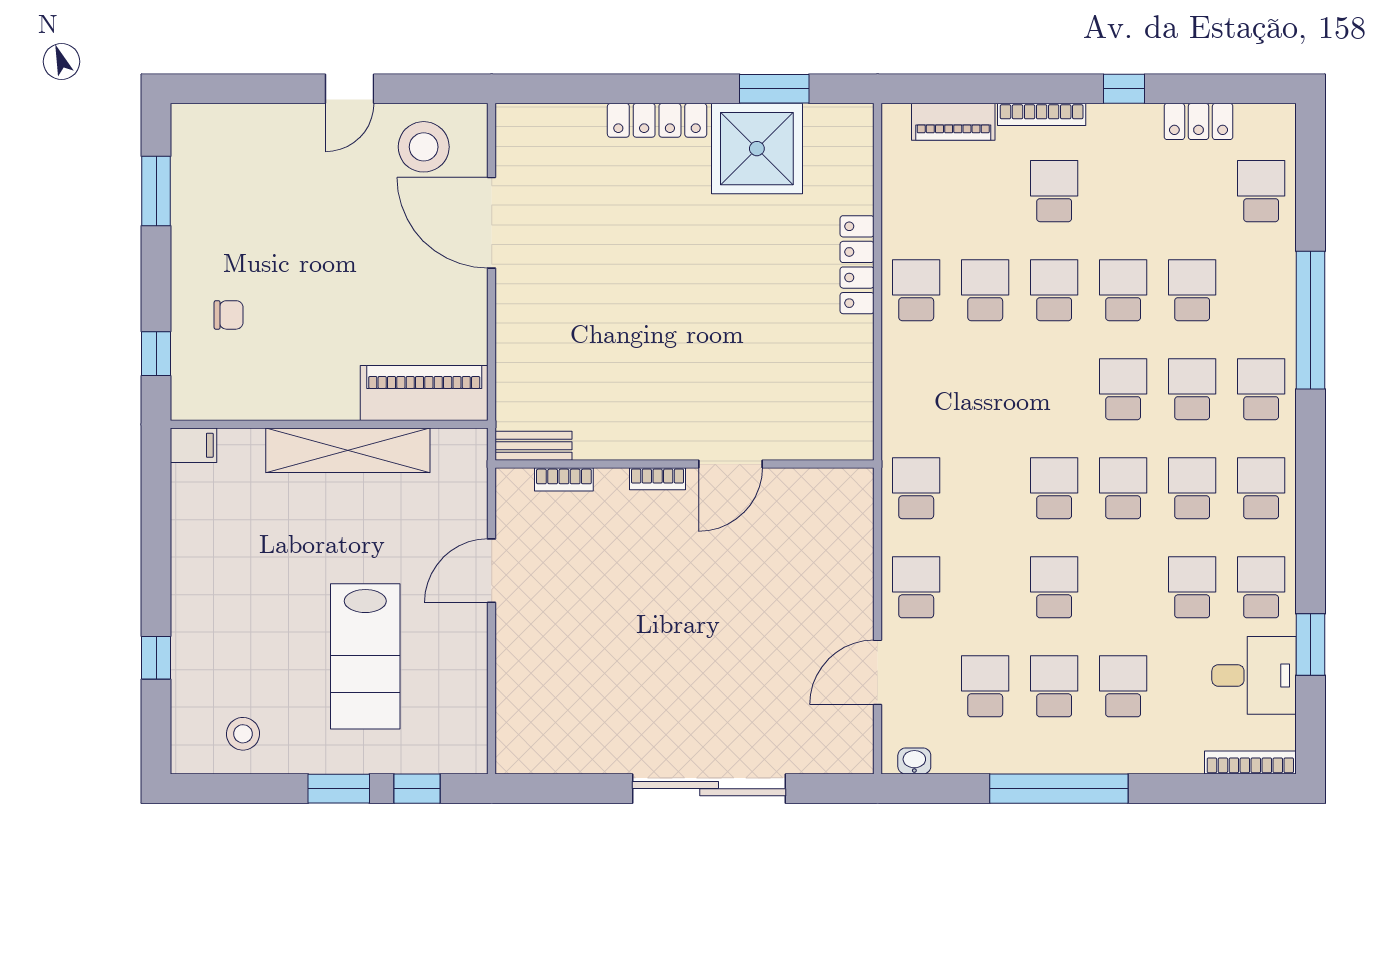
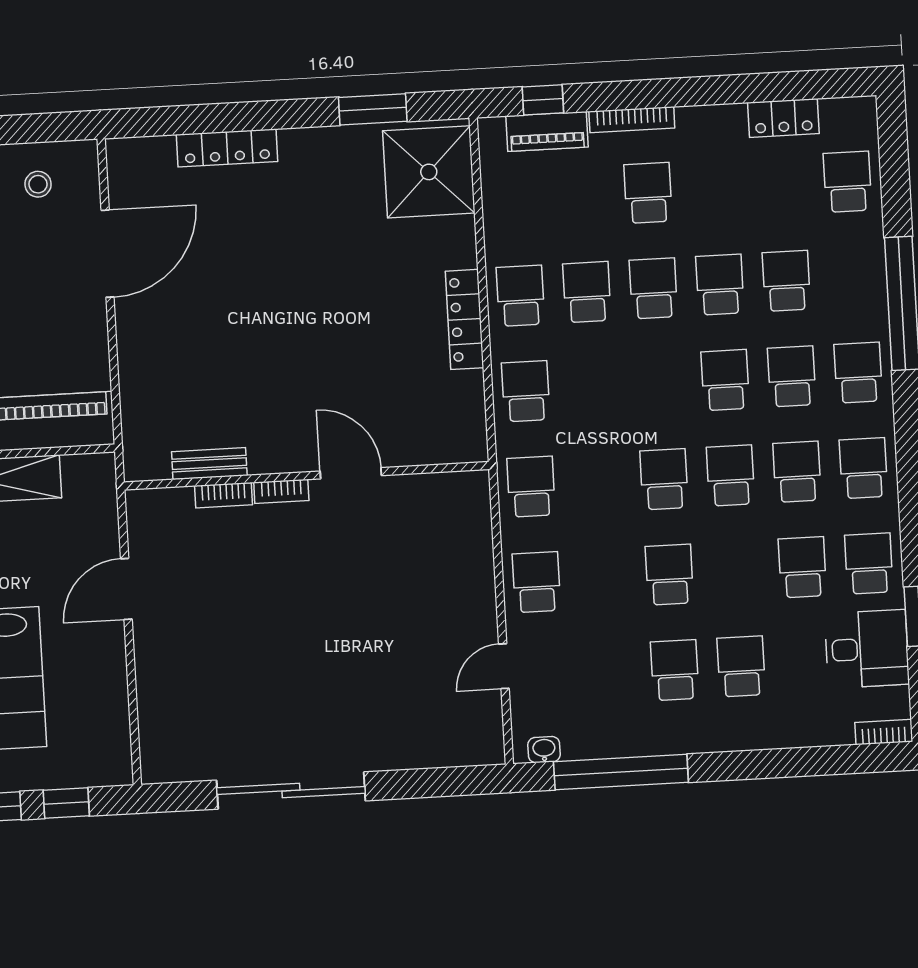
window: (1124, 89) -> (543, 100), moved
locker: (657, 120) -> (227, 148), moved
stool: (424, 147) -> (38, 184), width x0.53, depth x0.53
shower: (757, 149) -> (429, 172), moved
door: (492, 223) -> (108, 254), swing flipped
locker: (857, 265) -> (465, 319), moved
bench: (534, 446) -> (209, 464), moved
door: (730, 464) -> (351, 473), swing flipped
bookcase: (564, 479) -> (223, 495), moved
door: (878, 672) -> (504, 666), width x0.73
school desk: (985, 686) -> (526, 391), moved
bookcase: (1250, 763) -> (884, 732), width x0.64
sliding door: (709, 789) -> (291, 791), moved
window: (1059, 789) -> (621, 772), moved

